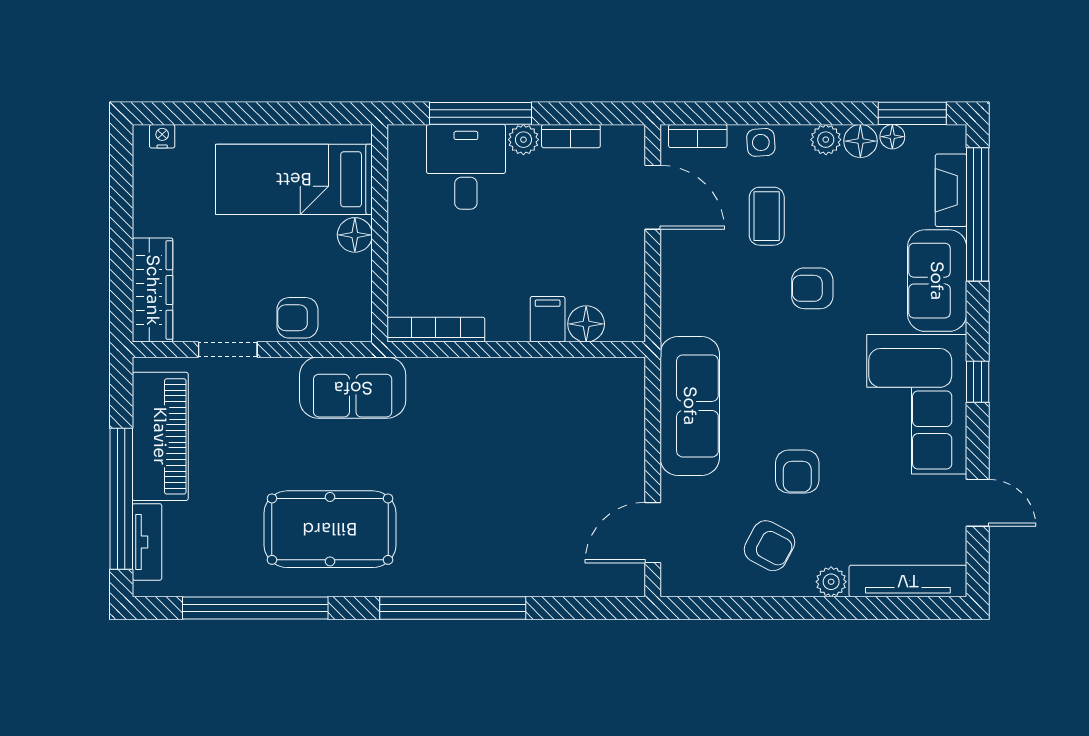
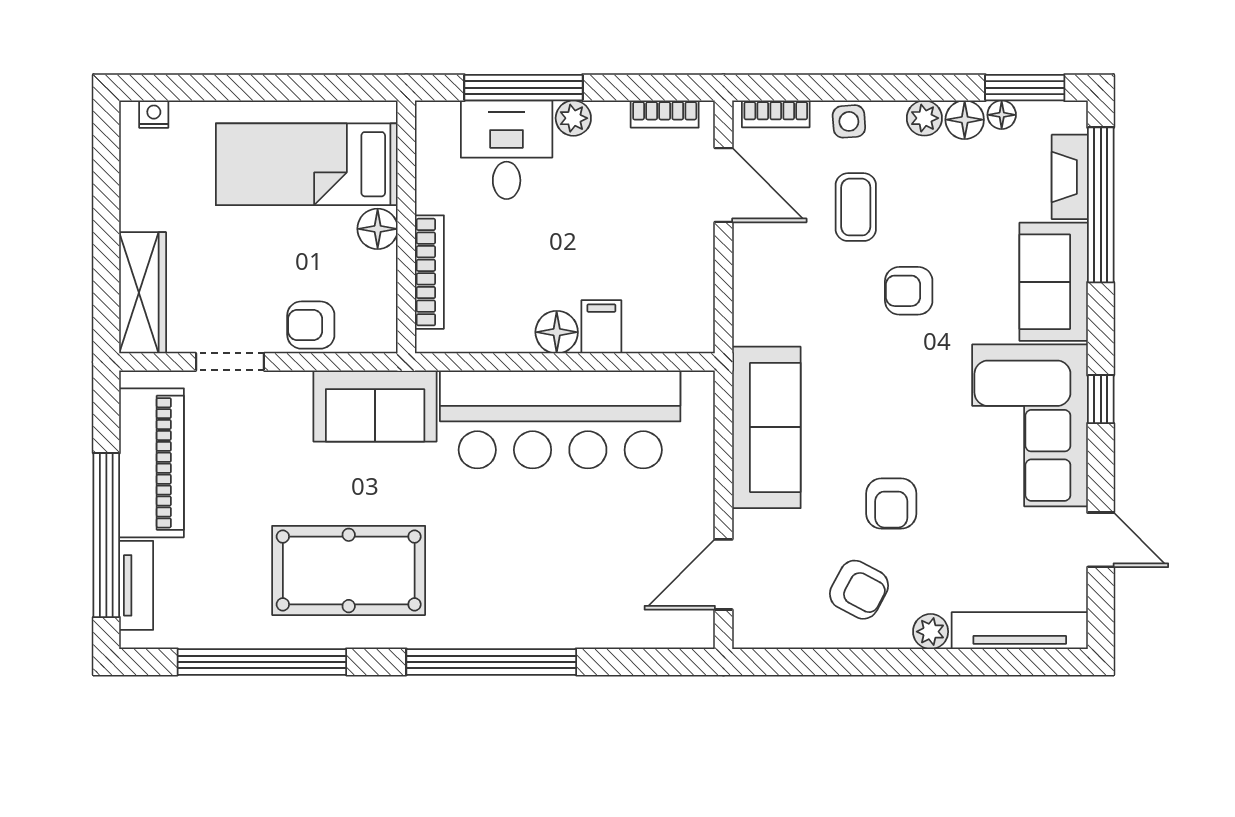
bookcase: (571, 136) -> (665, 114), moved
floor lamp: (586, 324) -> (557, 332), moved
bookcase: (436, 330) -> (429, 272), moved, turned 90
bar counter: (512, 399) -> (560, 419), added

